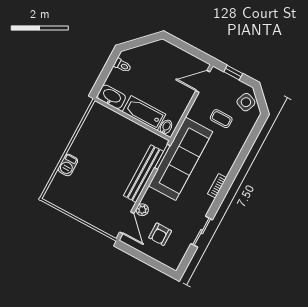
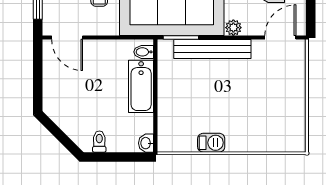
washbasin: (111, 97) -> (146, 143), width x0.52, depth x0.69
barbecue: (68, 165) -> (211, 143), moved
plant: (142, 210) -> (233, 28), moved

